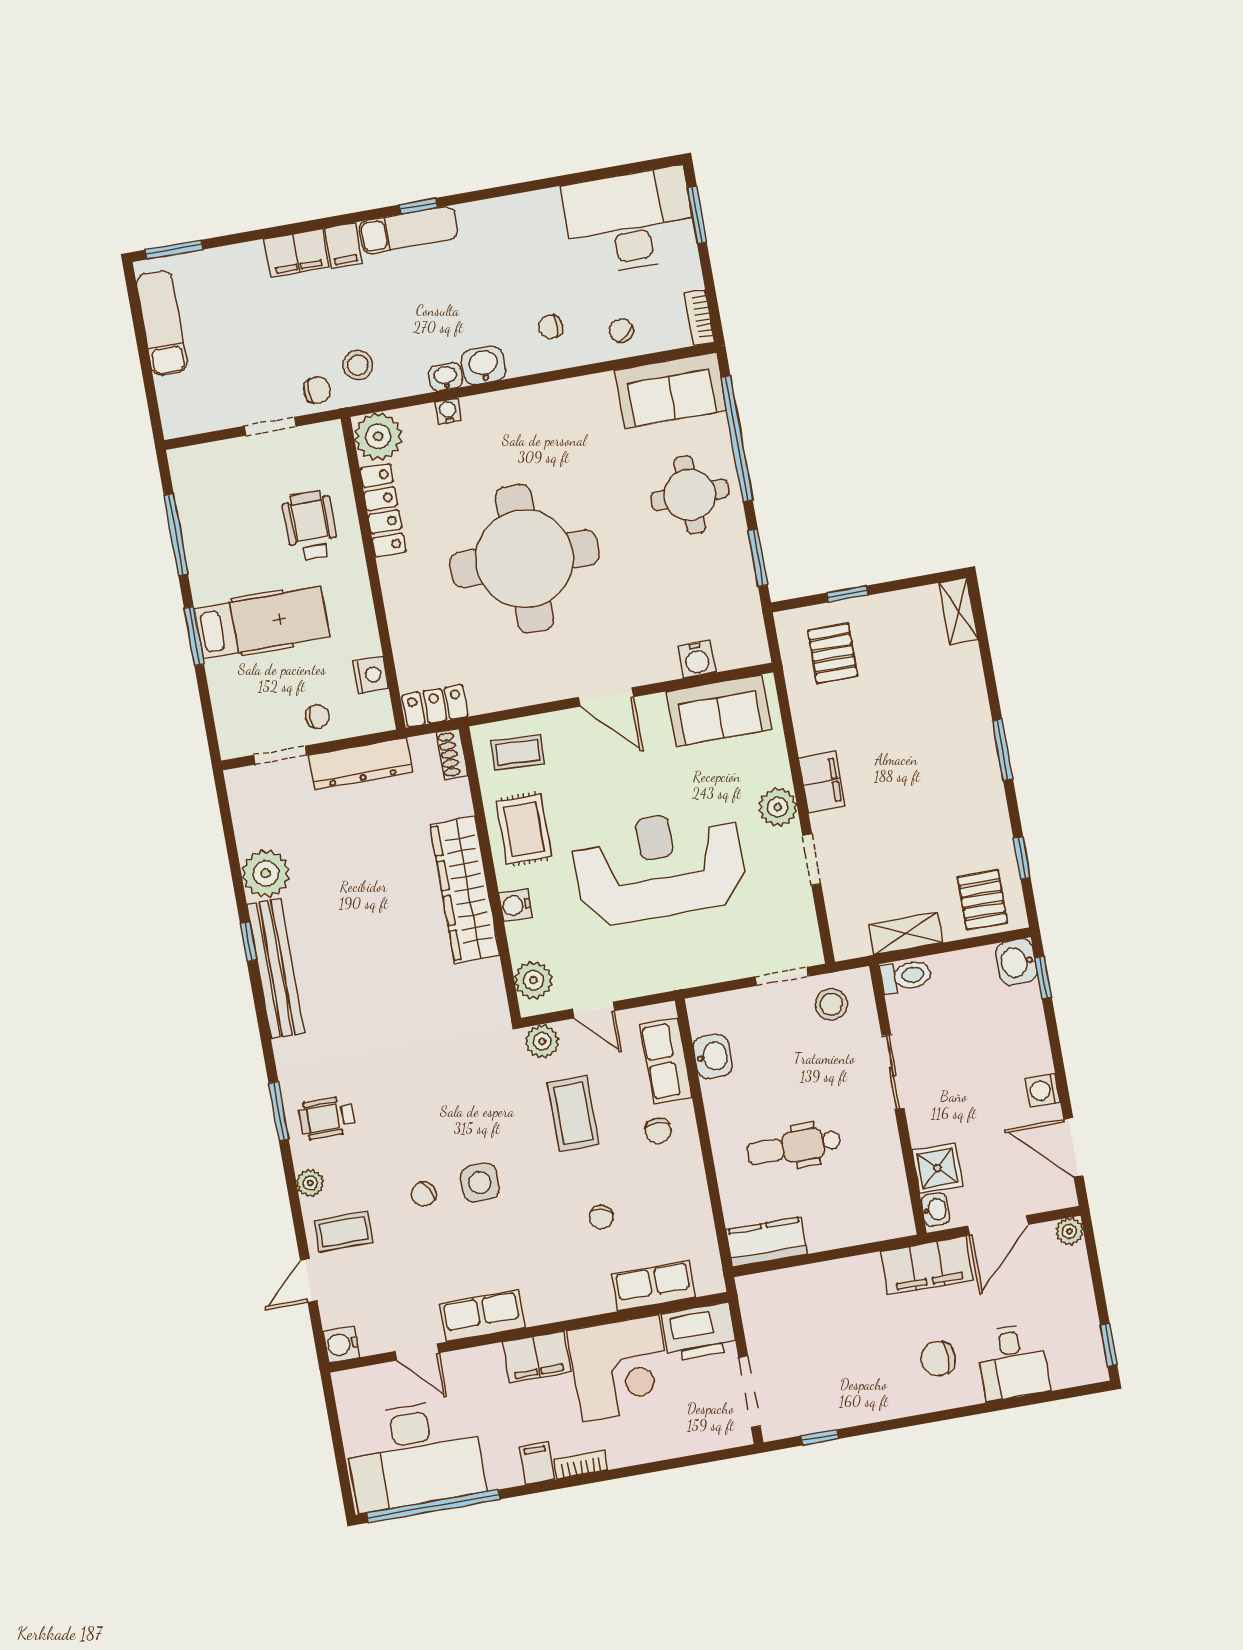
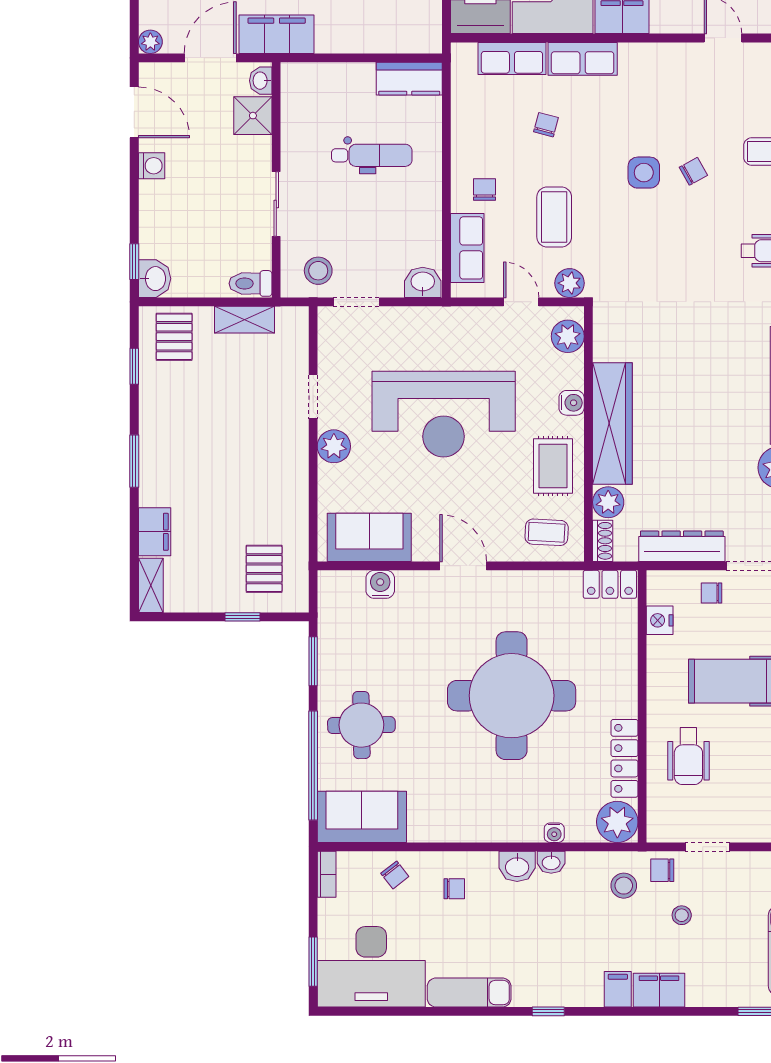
exam couch: (408, 230) -> (469, 993), moved
stool: (286, 343) -> (682, 915), added
filing cabinet: (822, 782) -> (155, 532), moved, turned 180
plant: (454, 799) -> (608, 502), added
washbasin: (713, 1056) -> (423, 282), moved, turned 90
row of seats: (482, 1316) -> (583, 59), moved

